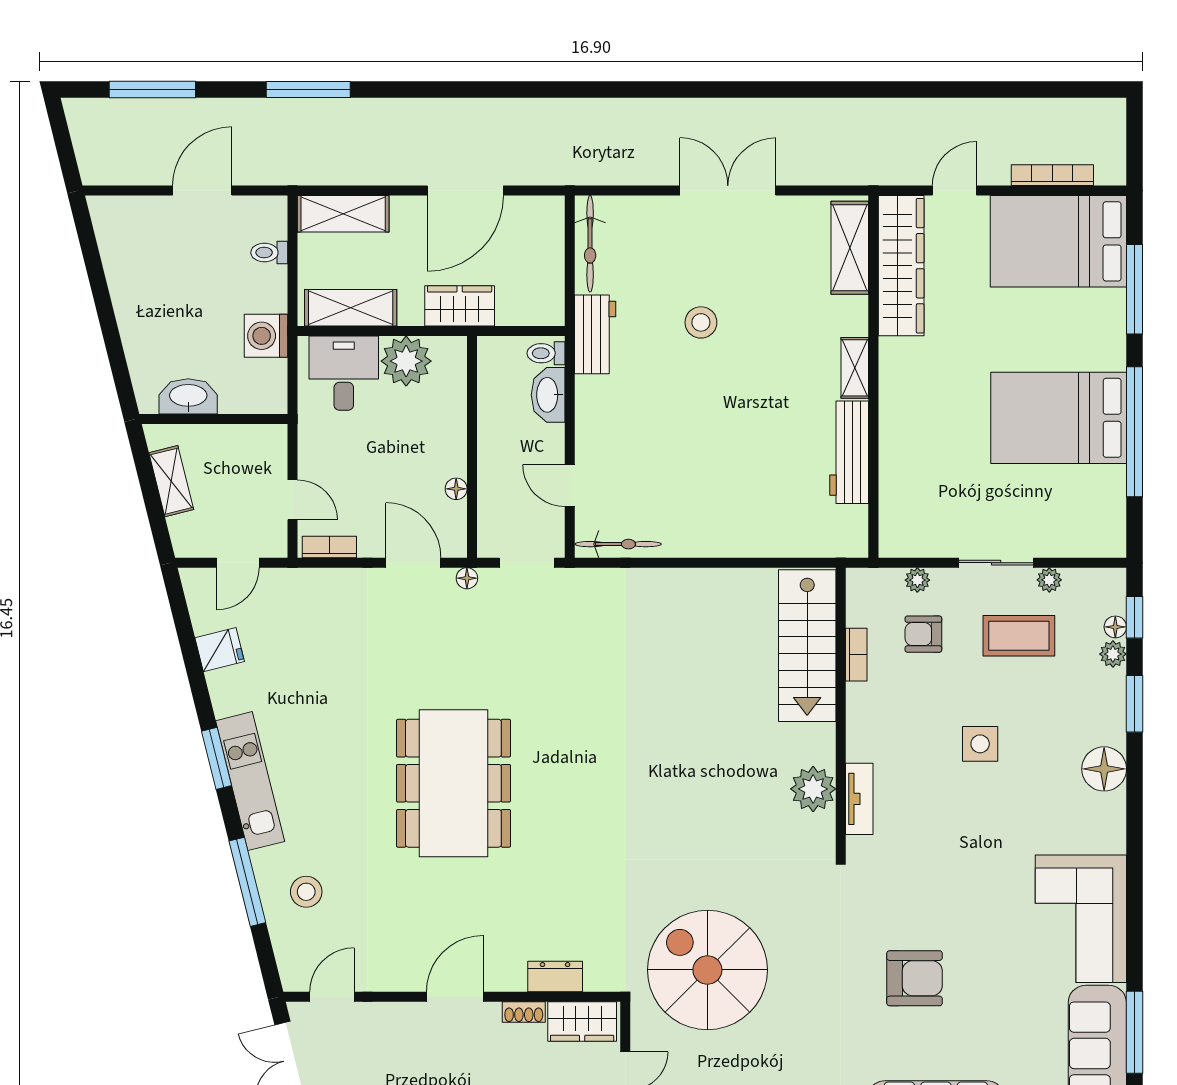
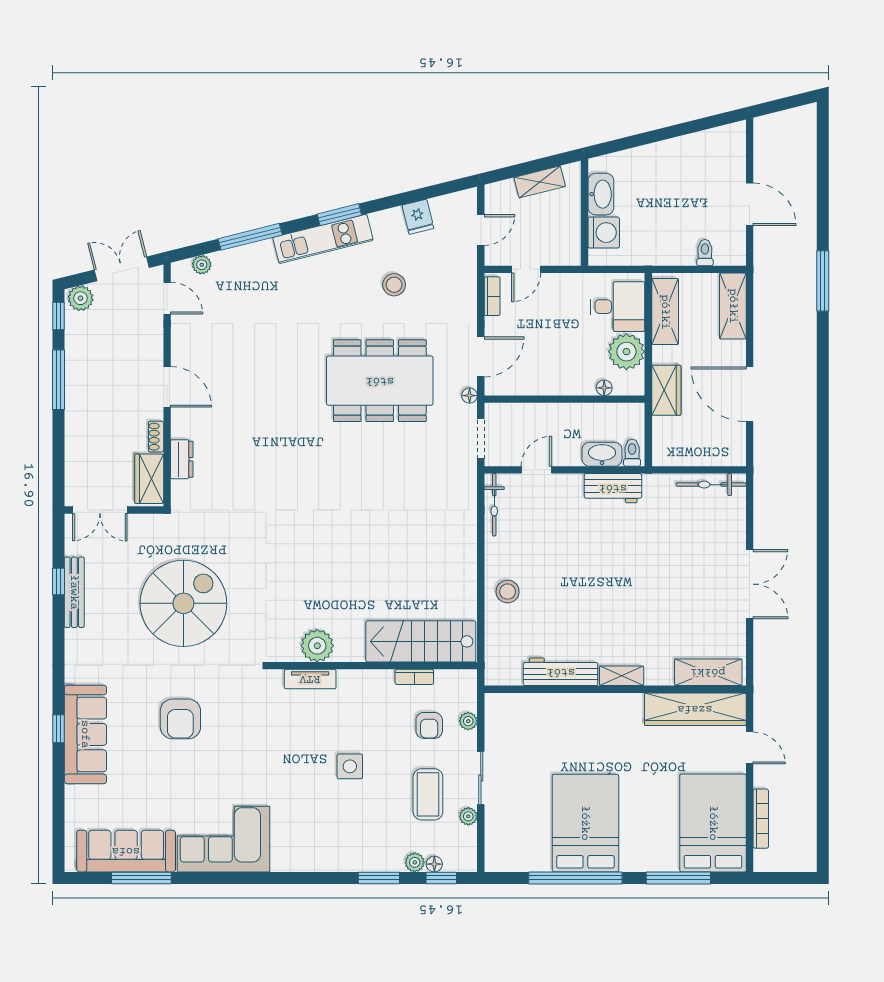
window: (152, 89) -> (823, 168), removed
stool: (701, 322) -> (508, 592), moved
workbench: (595, 334) -> (613, 488), moved
washing machine: (266, 336) -> (604, 233), moved, turned 90
floor lamp: (456, 489) -> (604, 388), moved
door: (238, 563) -> (481, 230), swing flipped
armchair: (923, 634) -> (429, 725), turned 180
floor lamp: (1104, 769) -> (332, 856), removed
dining table: (453, 783) -> (380, 381), moved
stool: (306, 892) -> (394, 285), moved
plant: (286, 949) -> (202, 265), added
spiral stairs: (707, 970) -> (183, 603), moved

